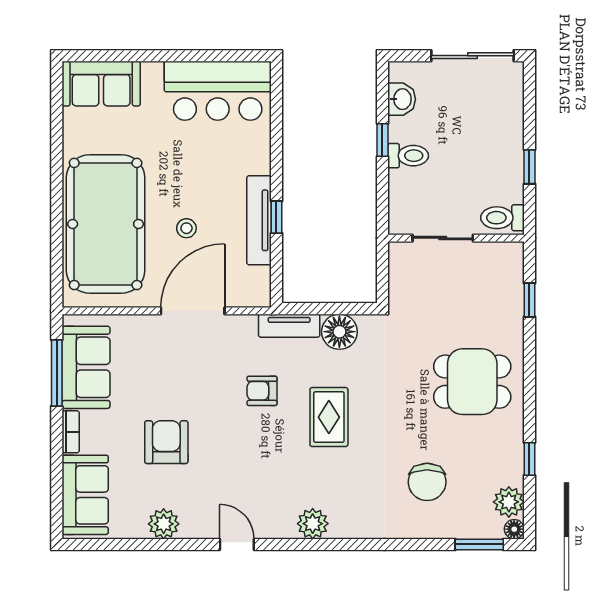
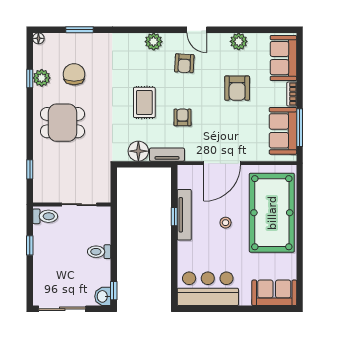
washbasin: (402, 99) -> (103, 296), moved
window: (382, 140) -> (114, 291), moved
stool: (186, 228) -> (226, 223), moved
armchair: (262, 391) -> (182, 117), turned -90
chair: (427, 482) -> (74, 74), moved
armchair: (259, 486) -> (184, 63), added
plant: (509, 502) -> (42, 78), moved
window: (479, 544) -> (80, 30), moved

